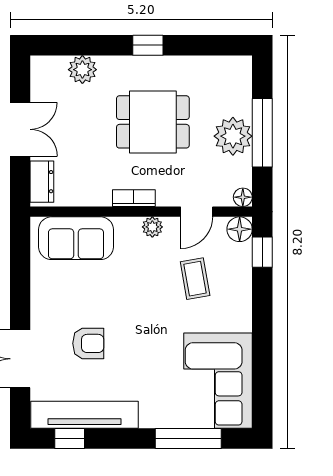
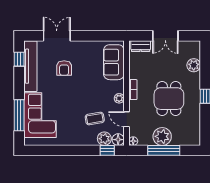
plant: (238, 258) -> (104, 139), added
corner sofa: (218, 381) -> (40, 115), moved, turned 90

